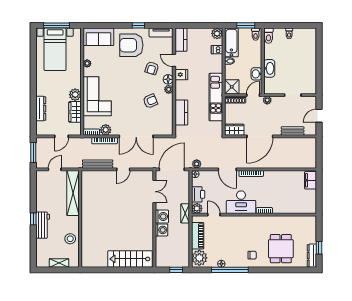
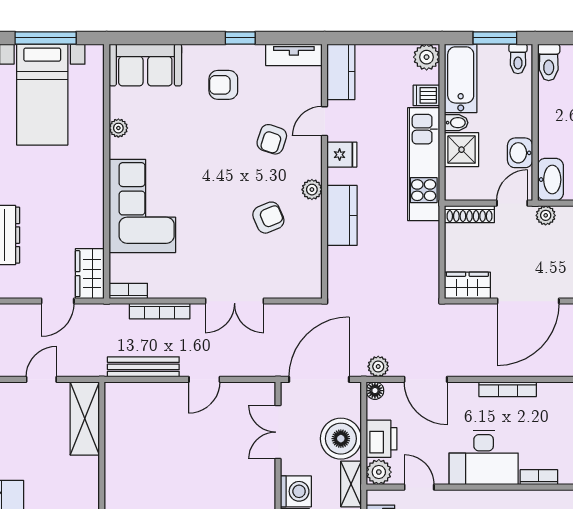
armchair: (131, 45) -> (223, 85), width x0.53, depth x0.53
door: (174, 60) -> (325, 121), hinge flipped
washbasin: (269, 68) -> (550, 180), moved
floor lamp: (168, 79) -> (311, 166), removed
shower: (232, 87) -> (462, 150), moved
plant: (75, 95) -> (90, 202), removed
kitchen unit: (216, 97) -> (424, 164), moved
wardrobe: (75, 112) -> (90, 274), moved
kitchen counter: (181, 112) -> (342, 215), moved
plant: (106, 130) -> (162, 286), removed
double door: (136, 136) -> (235, 301), width x0.73
door: (227, 169) -> (426, 379), moved
double door: (154, 192) -> (278, 432), swing flipped
shelving: (73, 193) -> (85, 418), width x0.68
boiler: (181, 194) -> (341, 439), added

